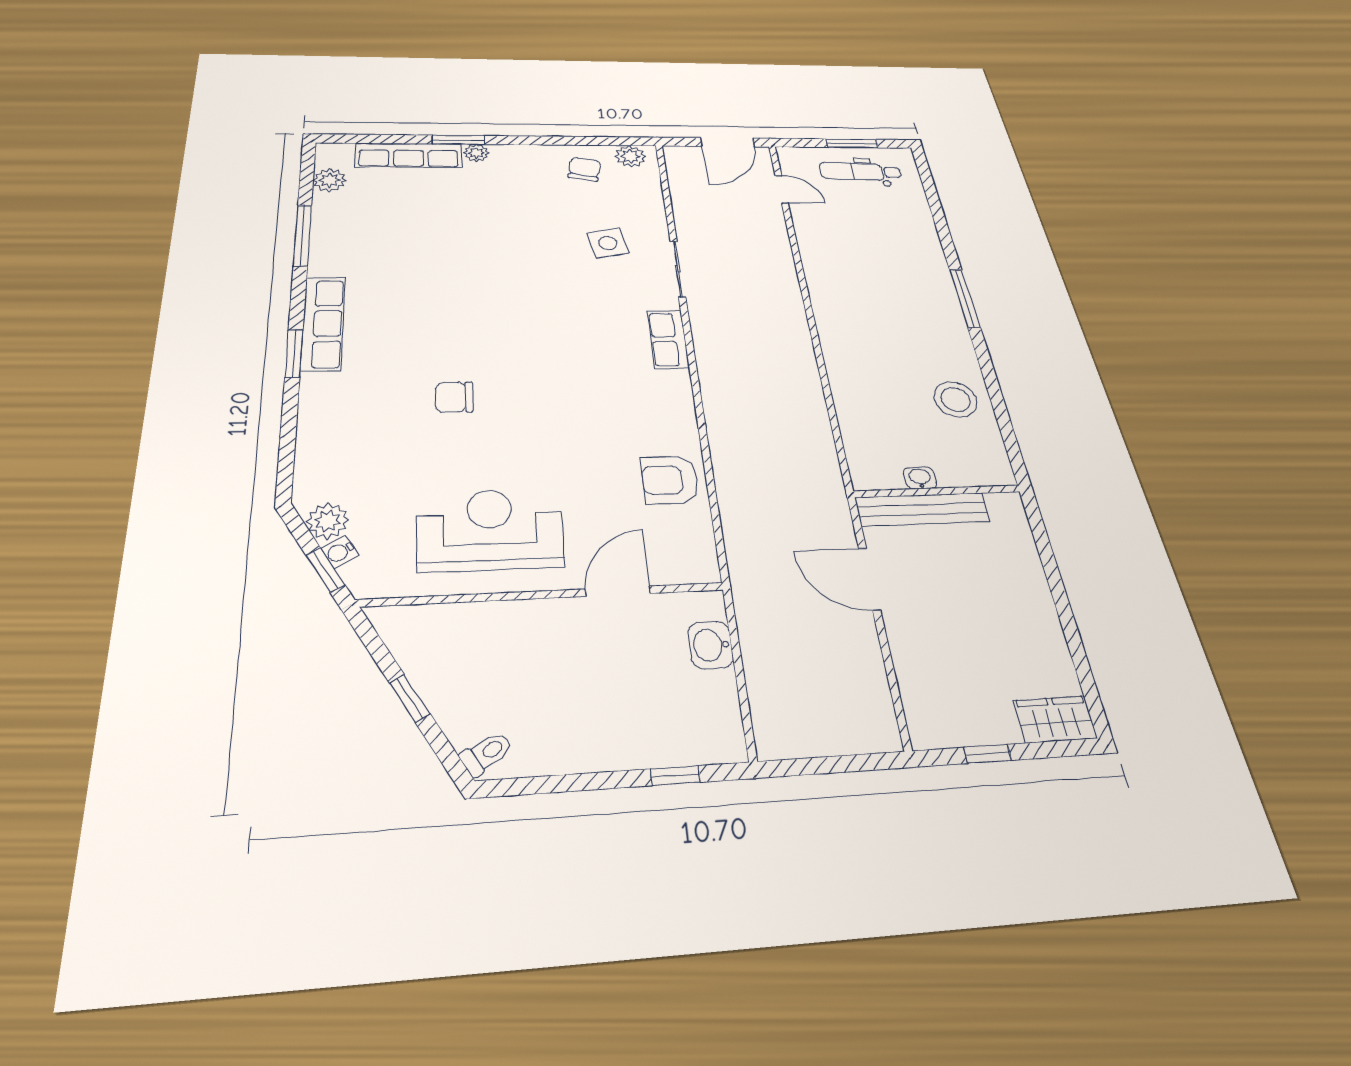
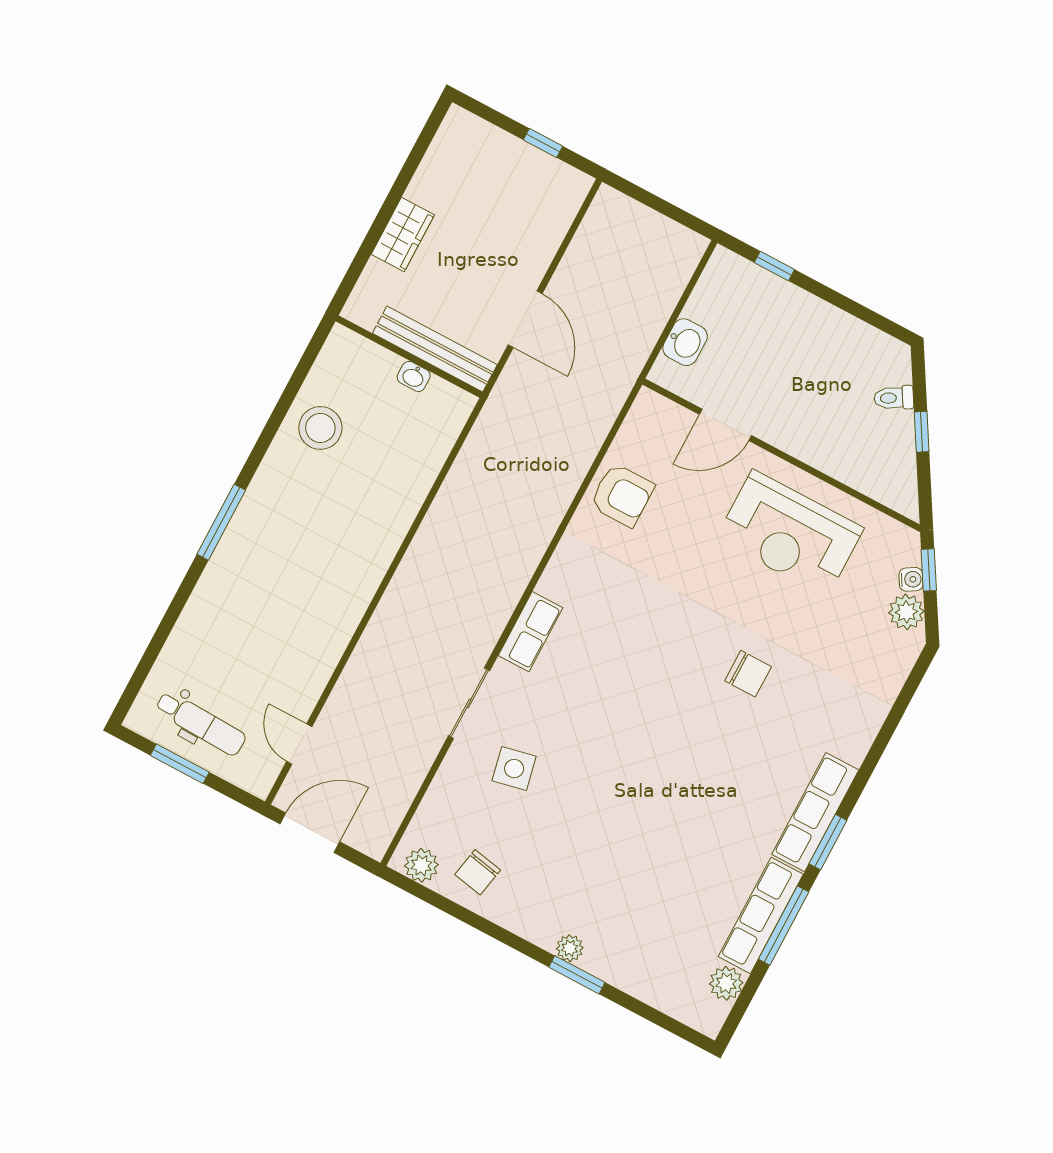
row of seats: (409, 155) -> (761, 915), moved, turned -90
window: (294, 353) -> (828, 842), moved
wardrobe: (1055, 719) -> (403, 235), moved, turned -90
toilet: (487, 753) -> (894, 398), moved

